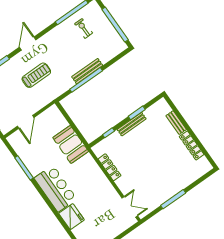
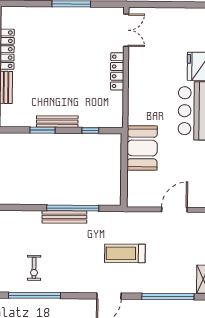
locker: (109, 167) -> (117, 71), moved
double door: (130, 207) -> (126, 30), swing flipped

